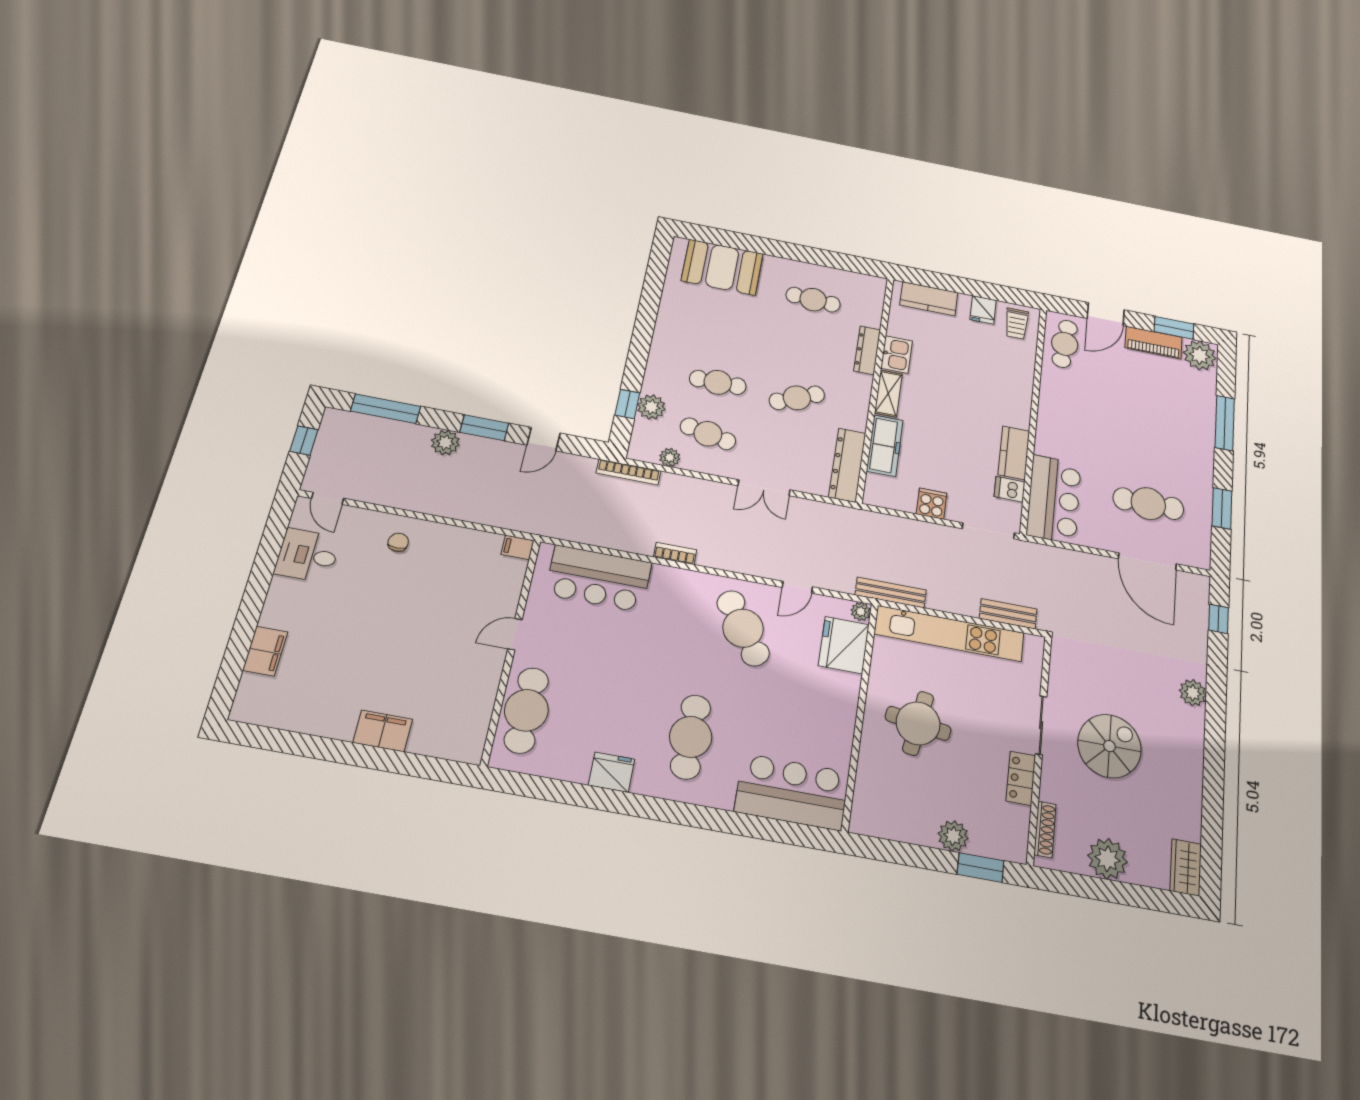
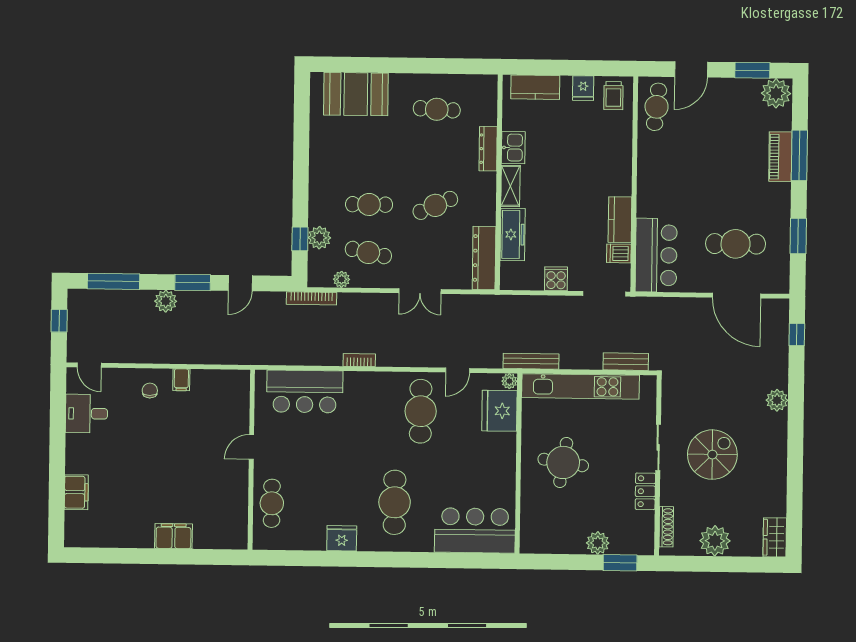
piano: (1154, 343) -> (780, 157), moved, turned 90
filing cabinet: (517, 547) -> (181, 380), moved, turned -90
cafe table: (743, 628) -> (421, 411), turned 34
cafe table: (526, 710) -> (272, 503), width x0.73, depth x0.74

